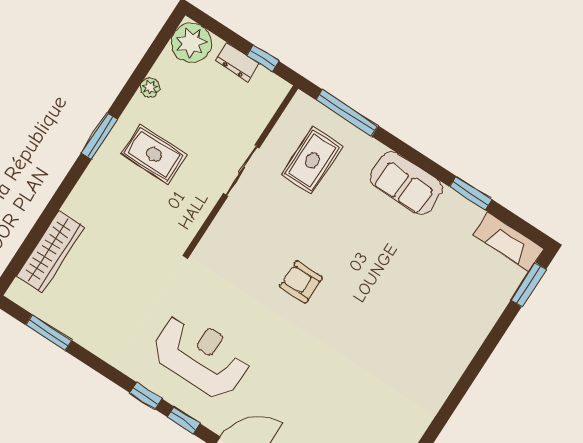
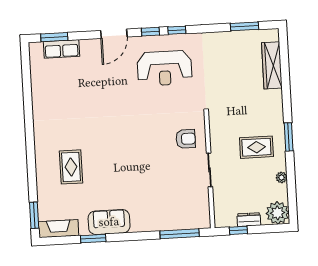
rug: (312, 160) -> (71, 167), moved
sofa: (406, 183) -> (109, 222), moved
armchair: (301, 282) -> (186, 139), moved

